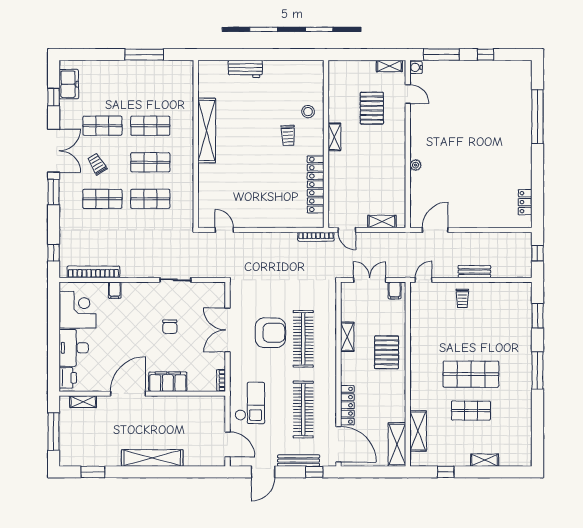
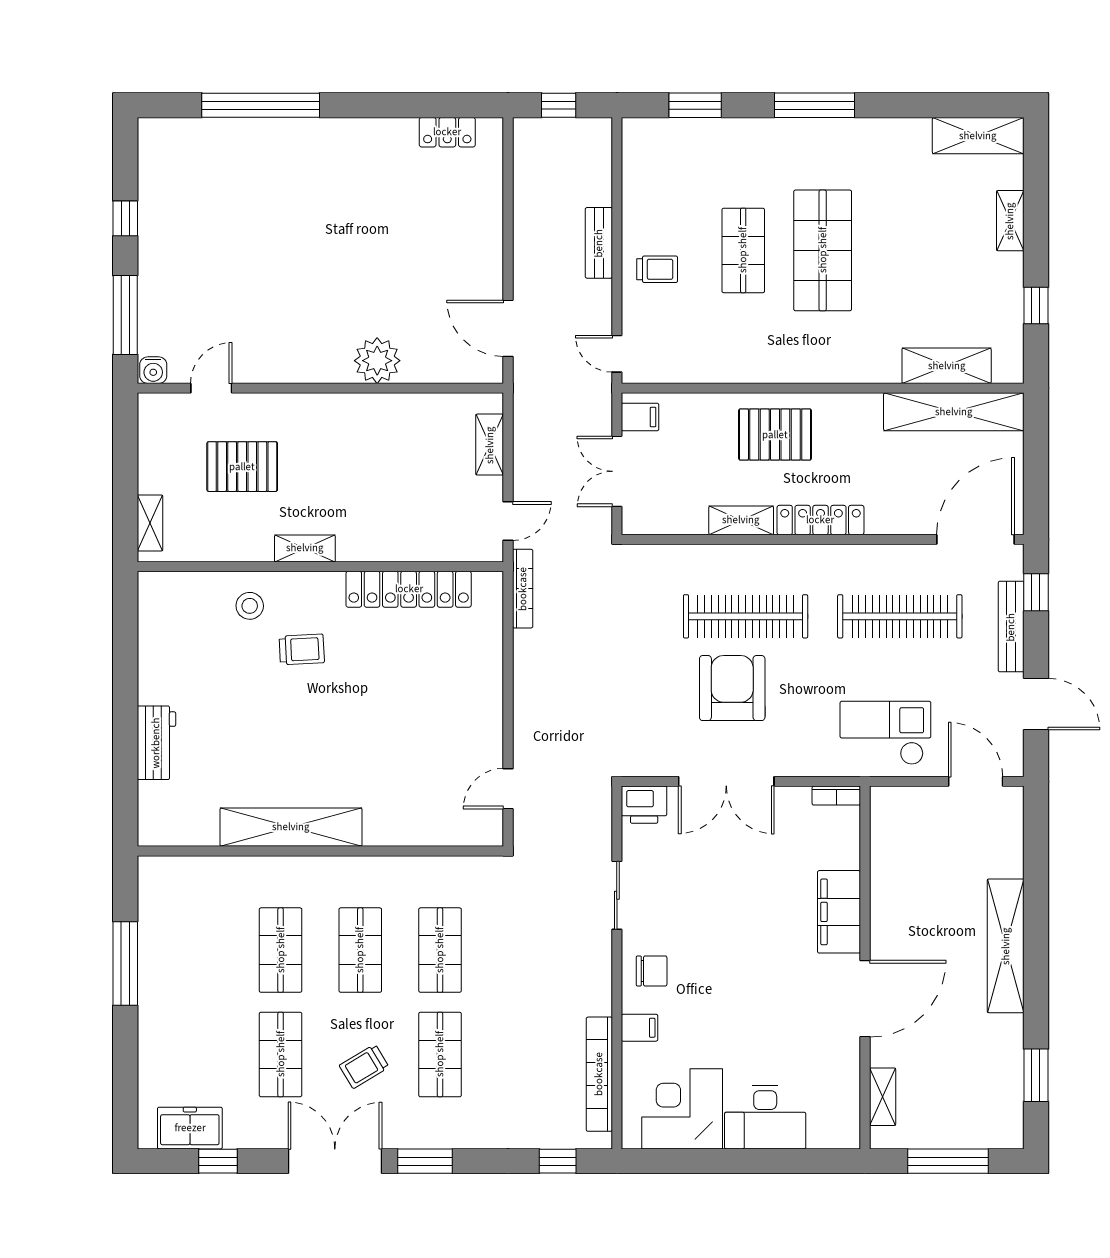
shelving: (389, 66) -> (150, 523), moved
plant: (416, 165) -> (377, 361), width x1.87, depth x1.87
chair: (170, 327) -> (652, 971), moved
printer: (68, 378) -> (644, 805), moved, turned 180
door: (128, 394) -> (865, 999), swing flipped
locker: (347, 405) -> (820, 520), moved
shop shelf: (471, 411) -> (743, 250), moved
door: (228, 444) -> (976, 781), hinge flipped
shelving: (397, 444) -> (954, 412), width x1.47
shelving: (524, 445) -> (978, 136), added

